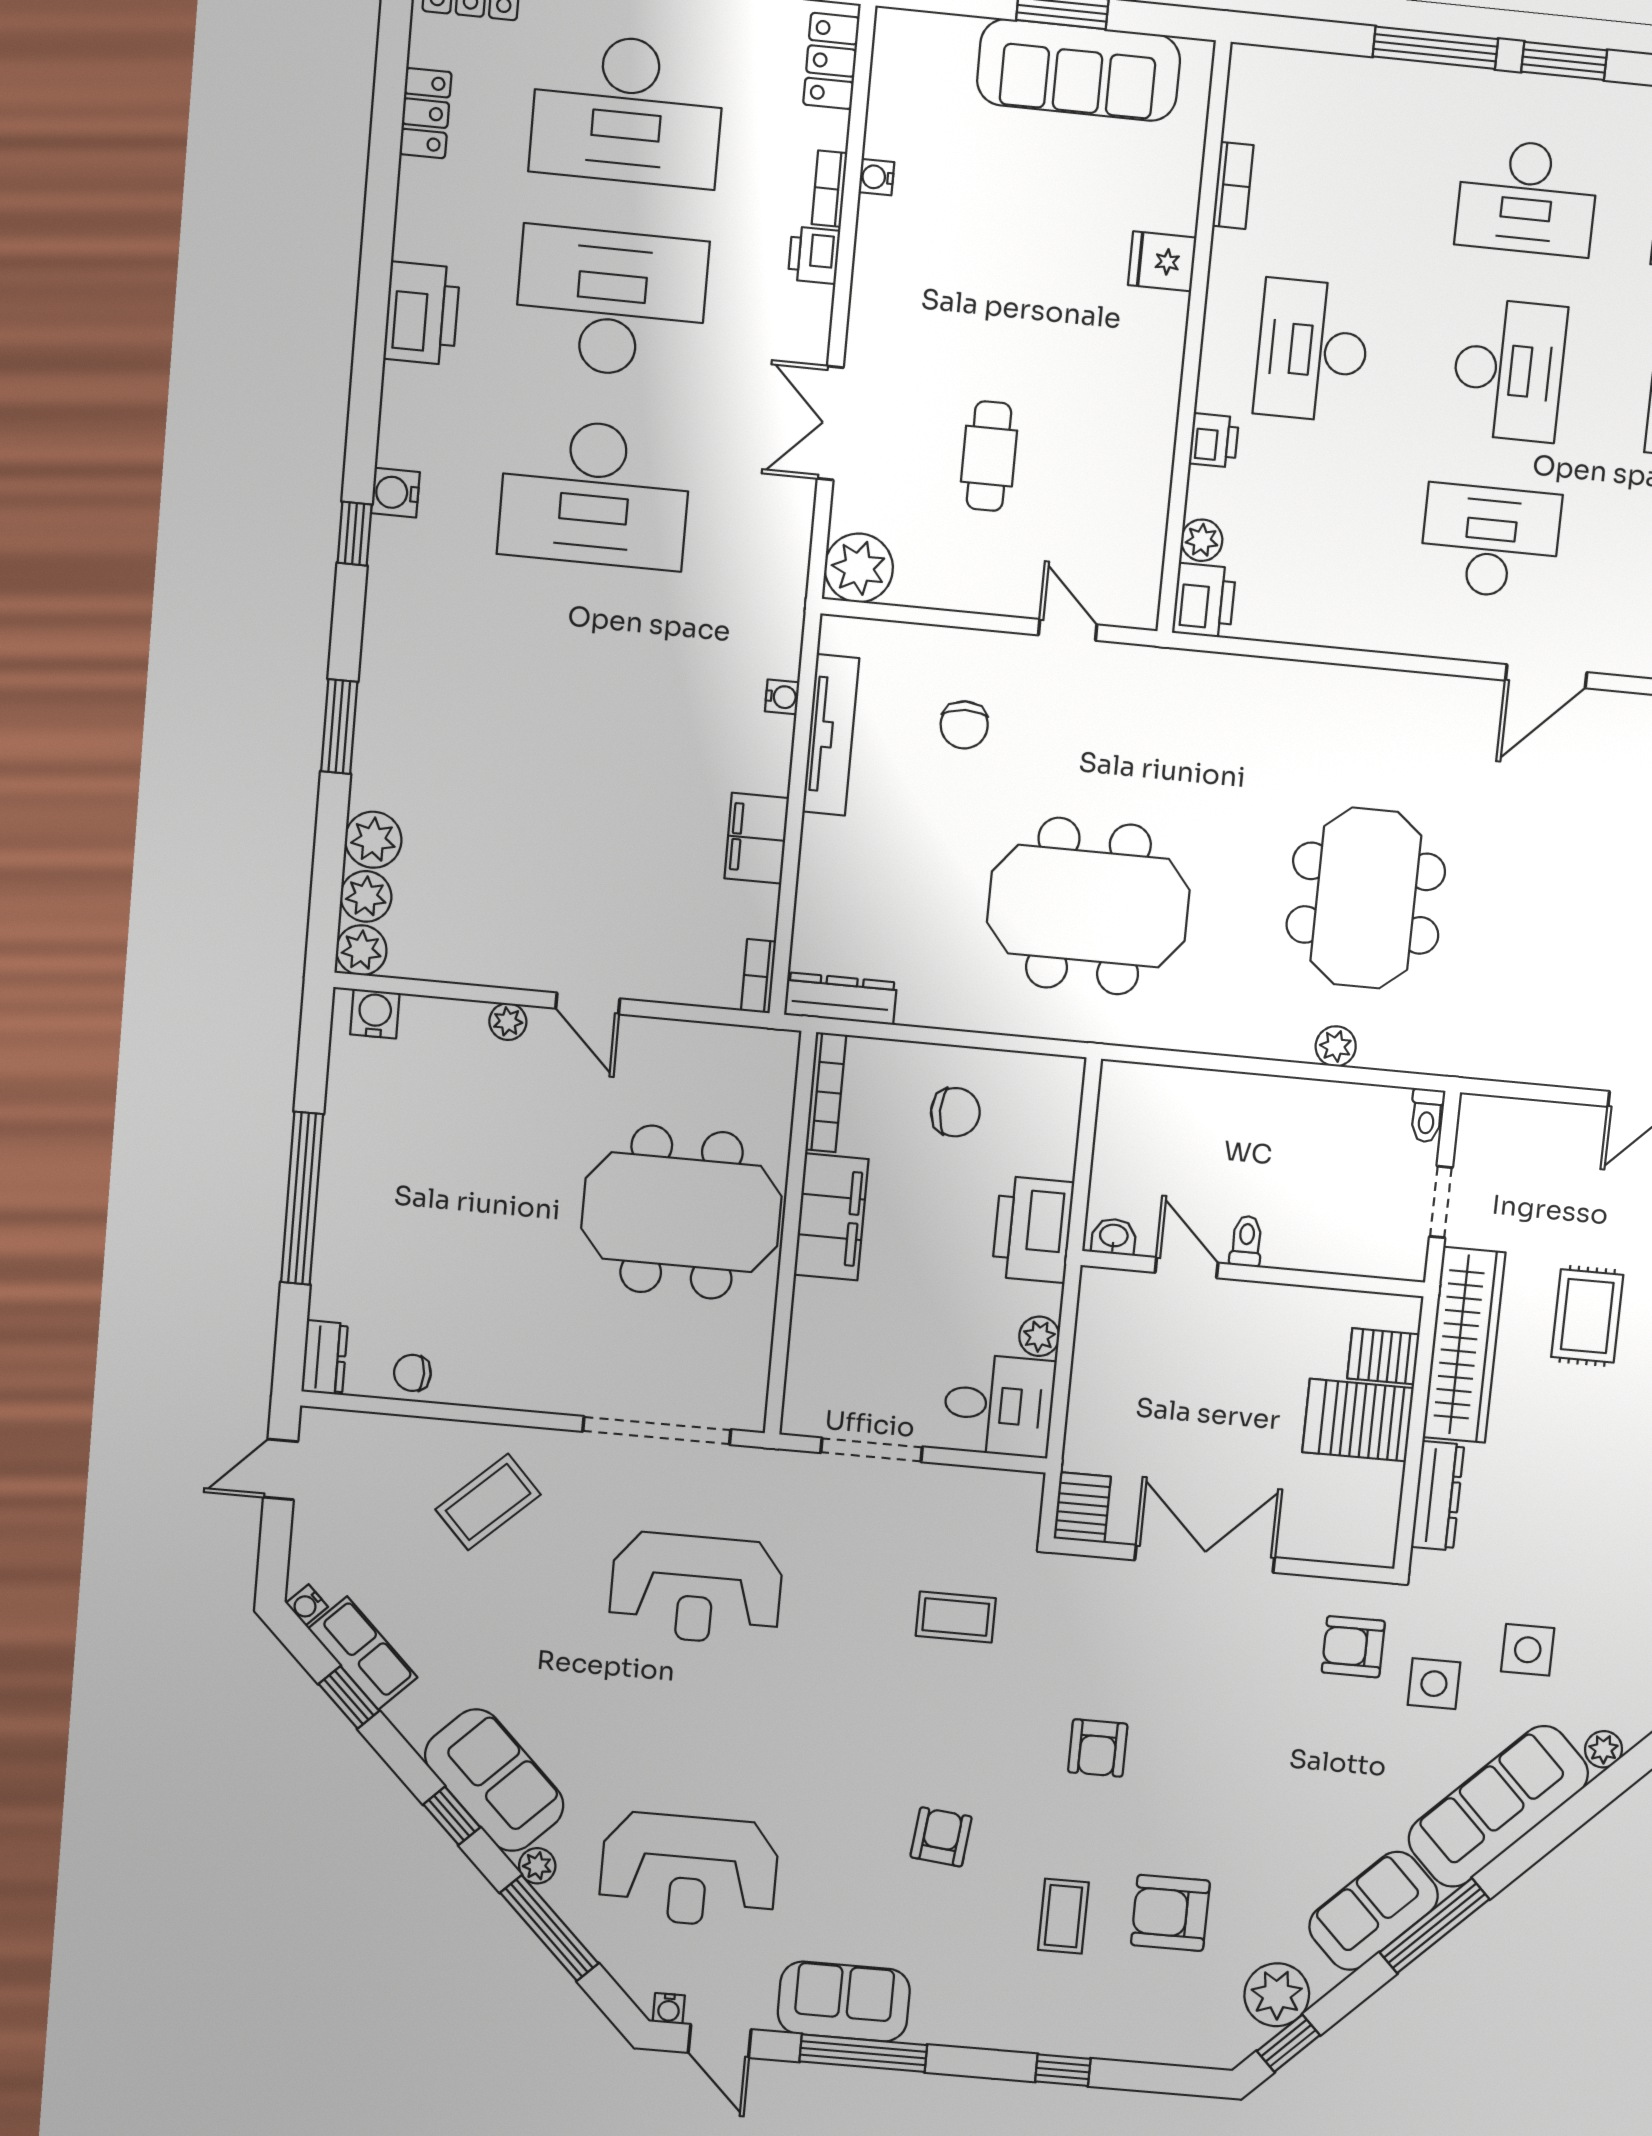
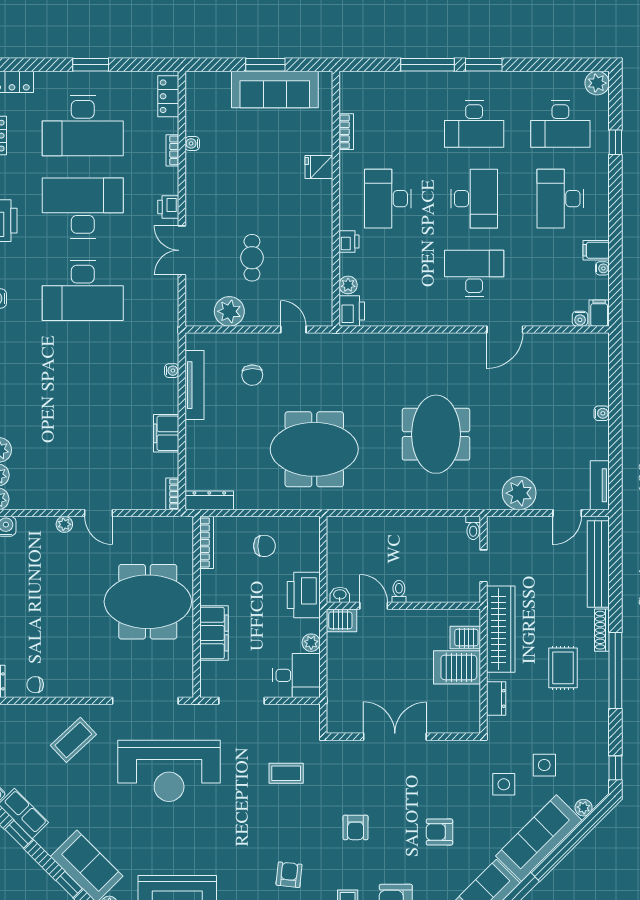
printer: (814, 255) -> (168, 207), moved
plant: (859, 568) -> (229, 311), moved
plant: (1336, 1046) -> (519, 493), moved, width x1.88, depth x1.88
filing cabinet: (831, 1217) -> (214, 633), moved
rug: (1587, 1316) -> (563, 668), moved
dresser: (1438, 1496) -> (496, 698), width x0.70
server rack: (1082, 1507) -> (342, 620), moved, turned 90
reception desk: (696, 1589) -> (169, 771), width x1.36, depth x1.30
armchair: (1353, 1647) -> (439, 832), moved

